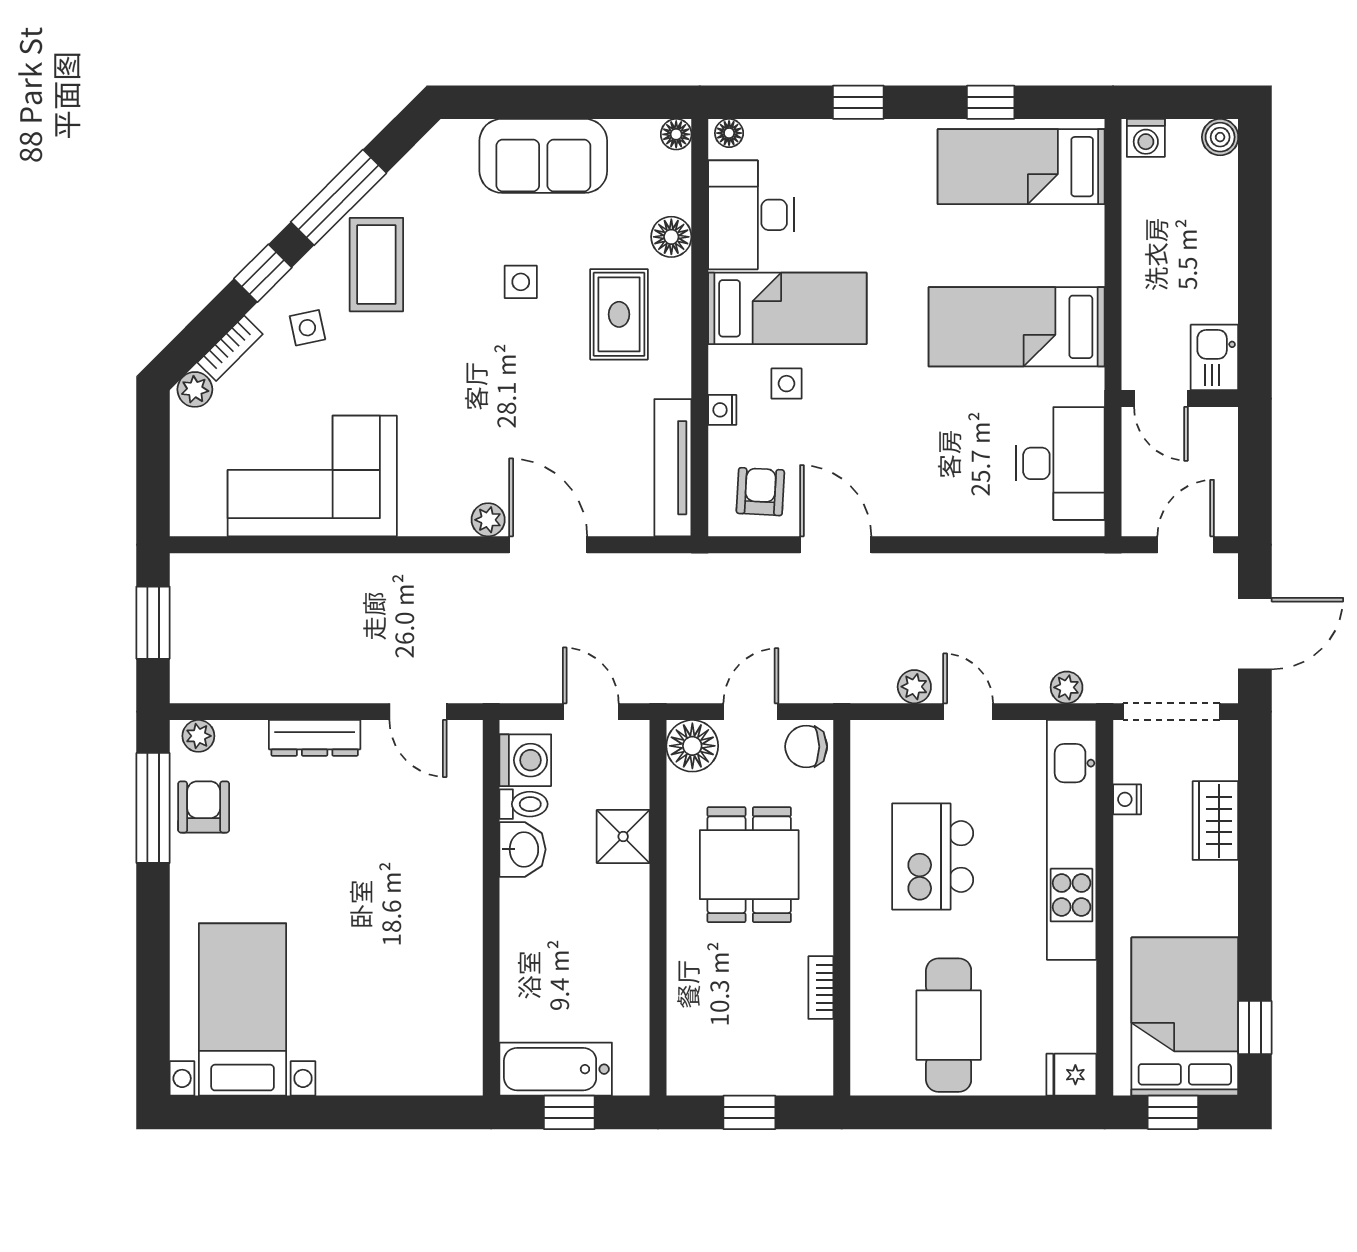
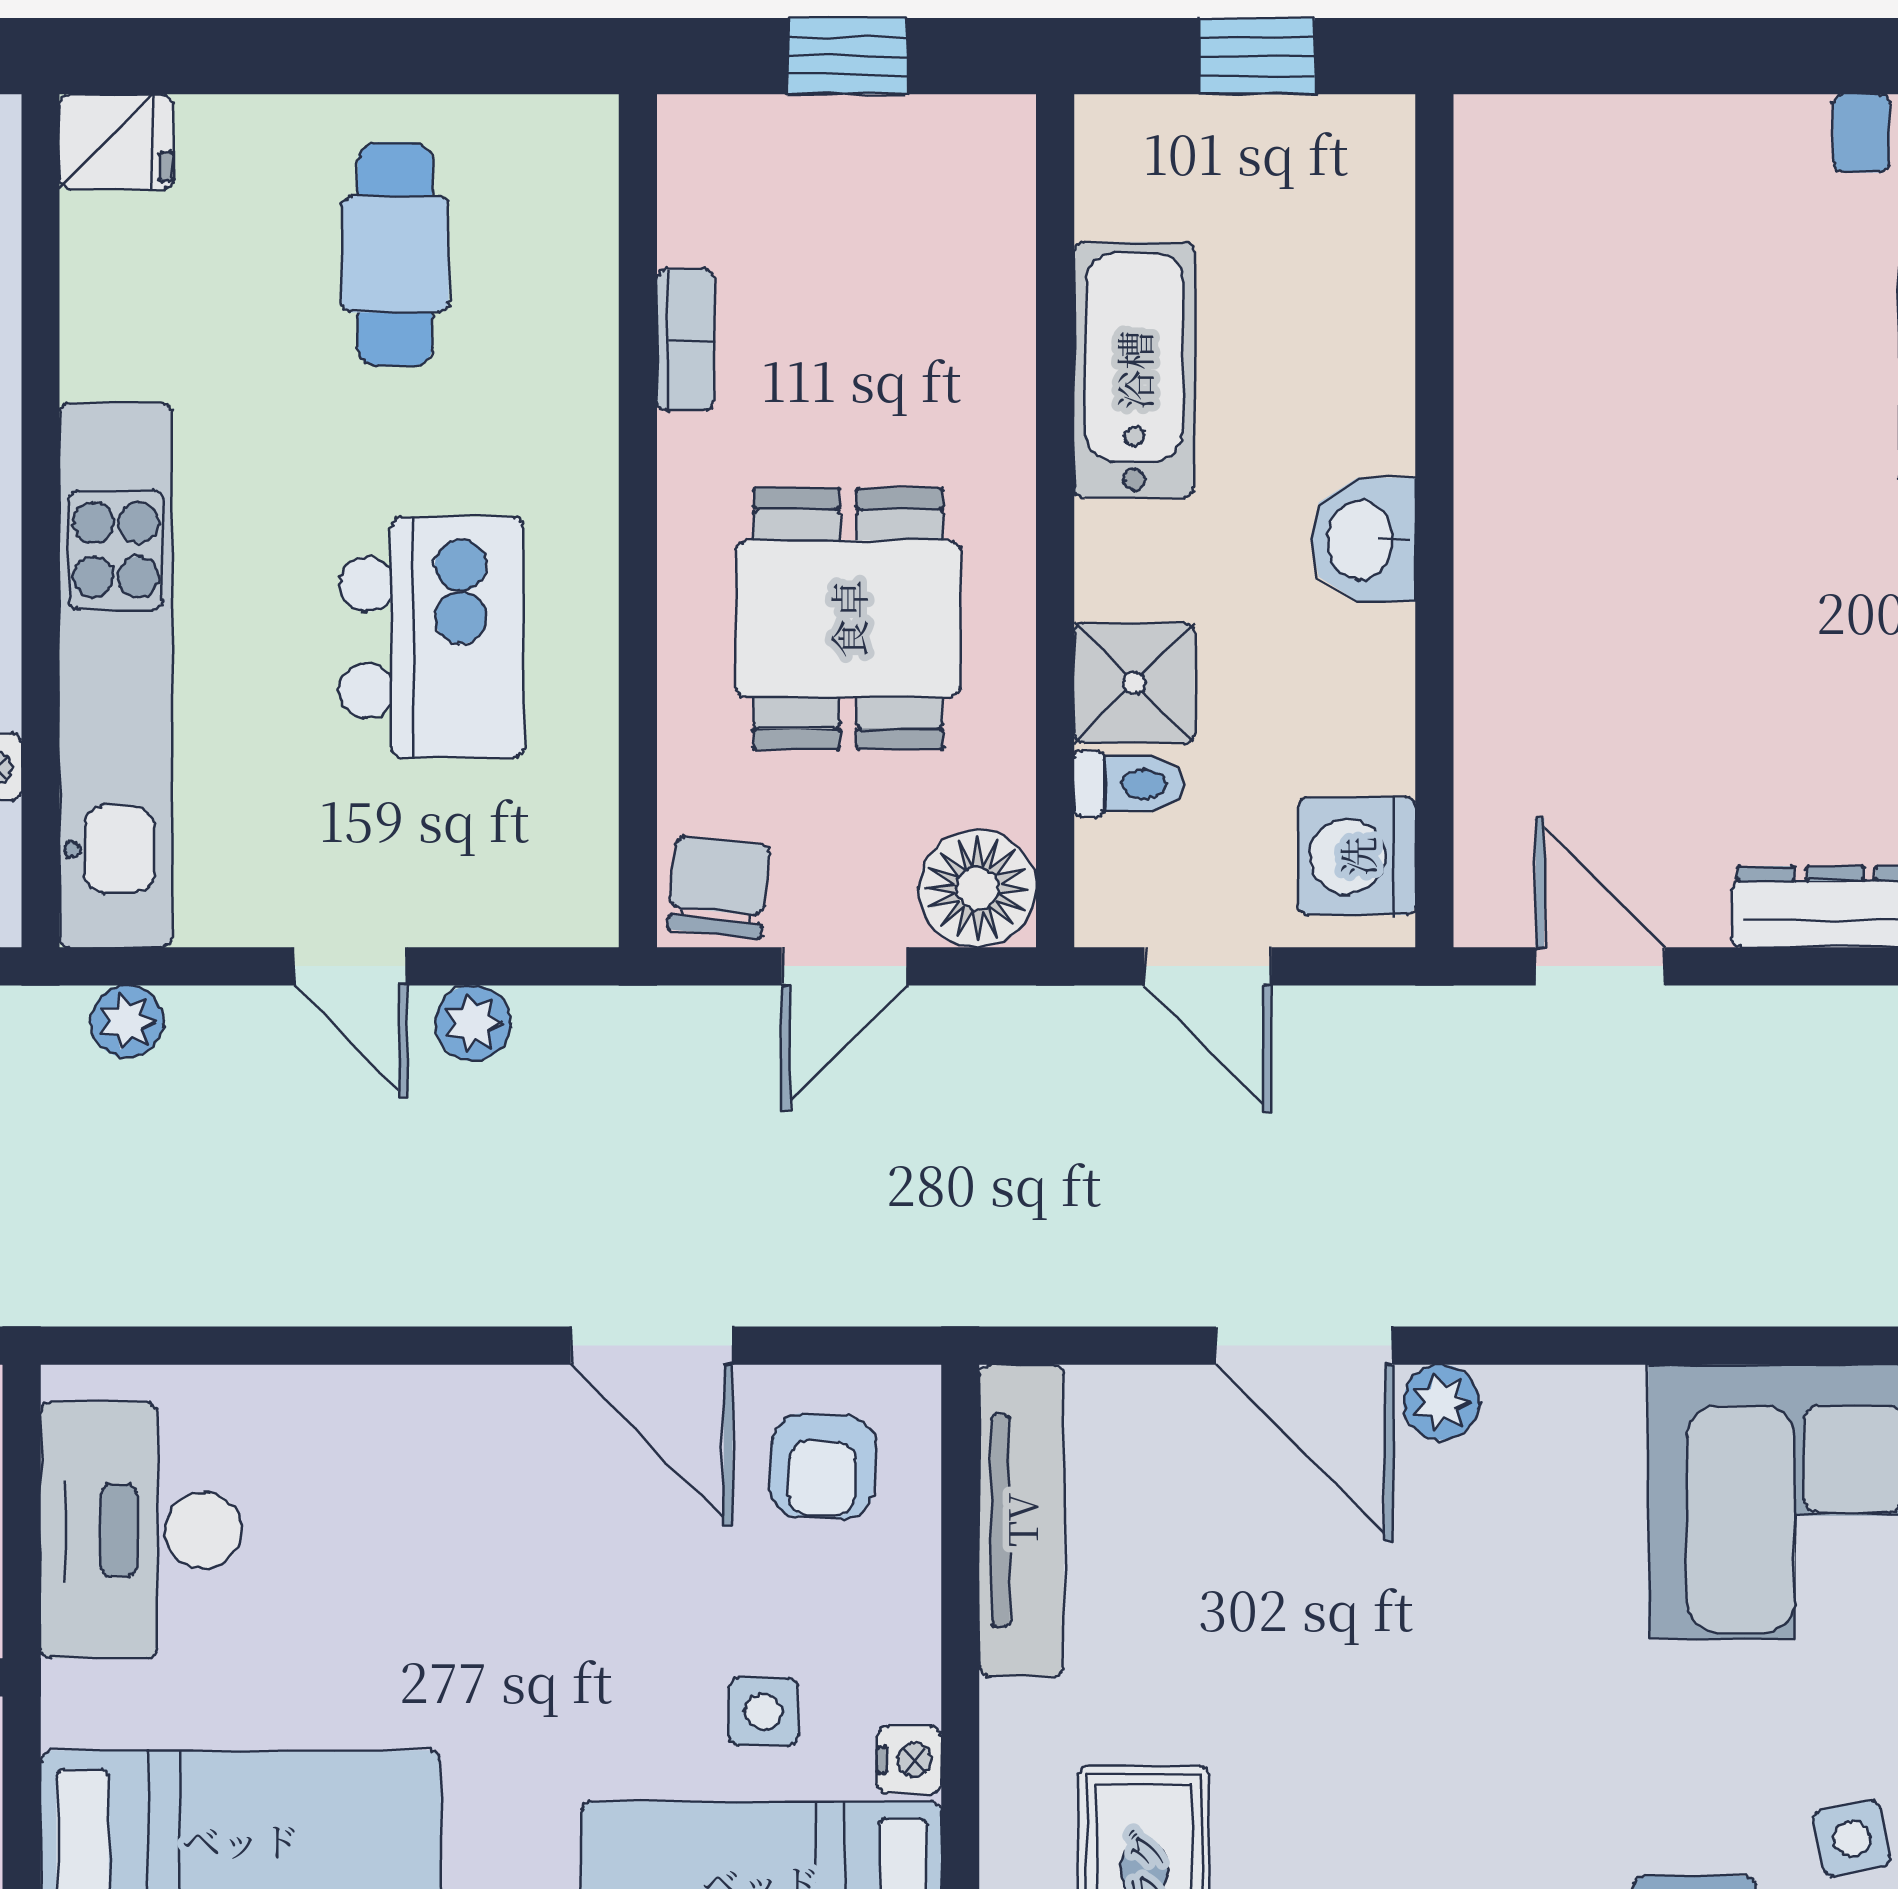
nightstand: (722, 410) -> (909, 1760), moved
chair: (806, 747) -> (719, 887), turned -84
toilet: (524, 804) -> (1129, 784), moved, turned 180
washbasin: (523, 849) -> (1363, 540), moved
cafe table: (949, 1025) -> (395, 254), width x0.73, depth x0.74
bathtub: (556, 1069) -> (1134, 370), moved, turned -90

